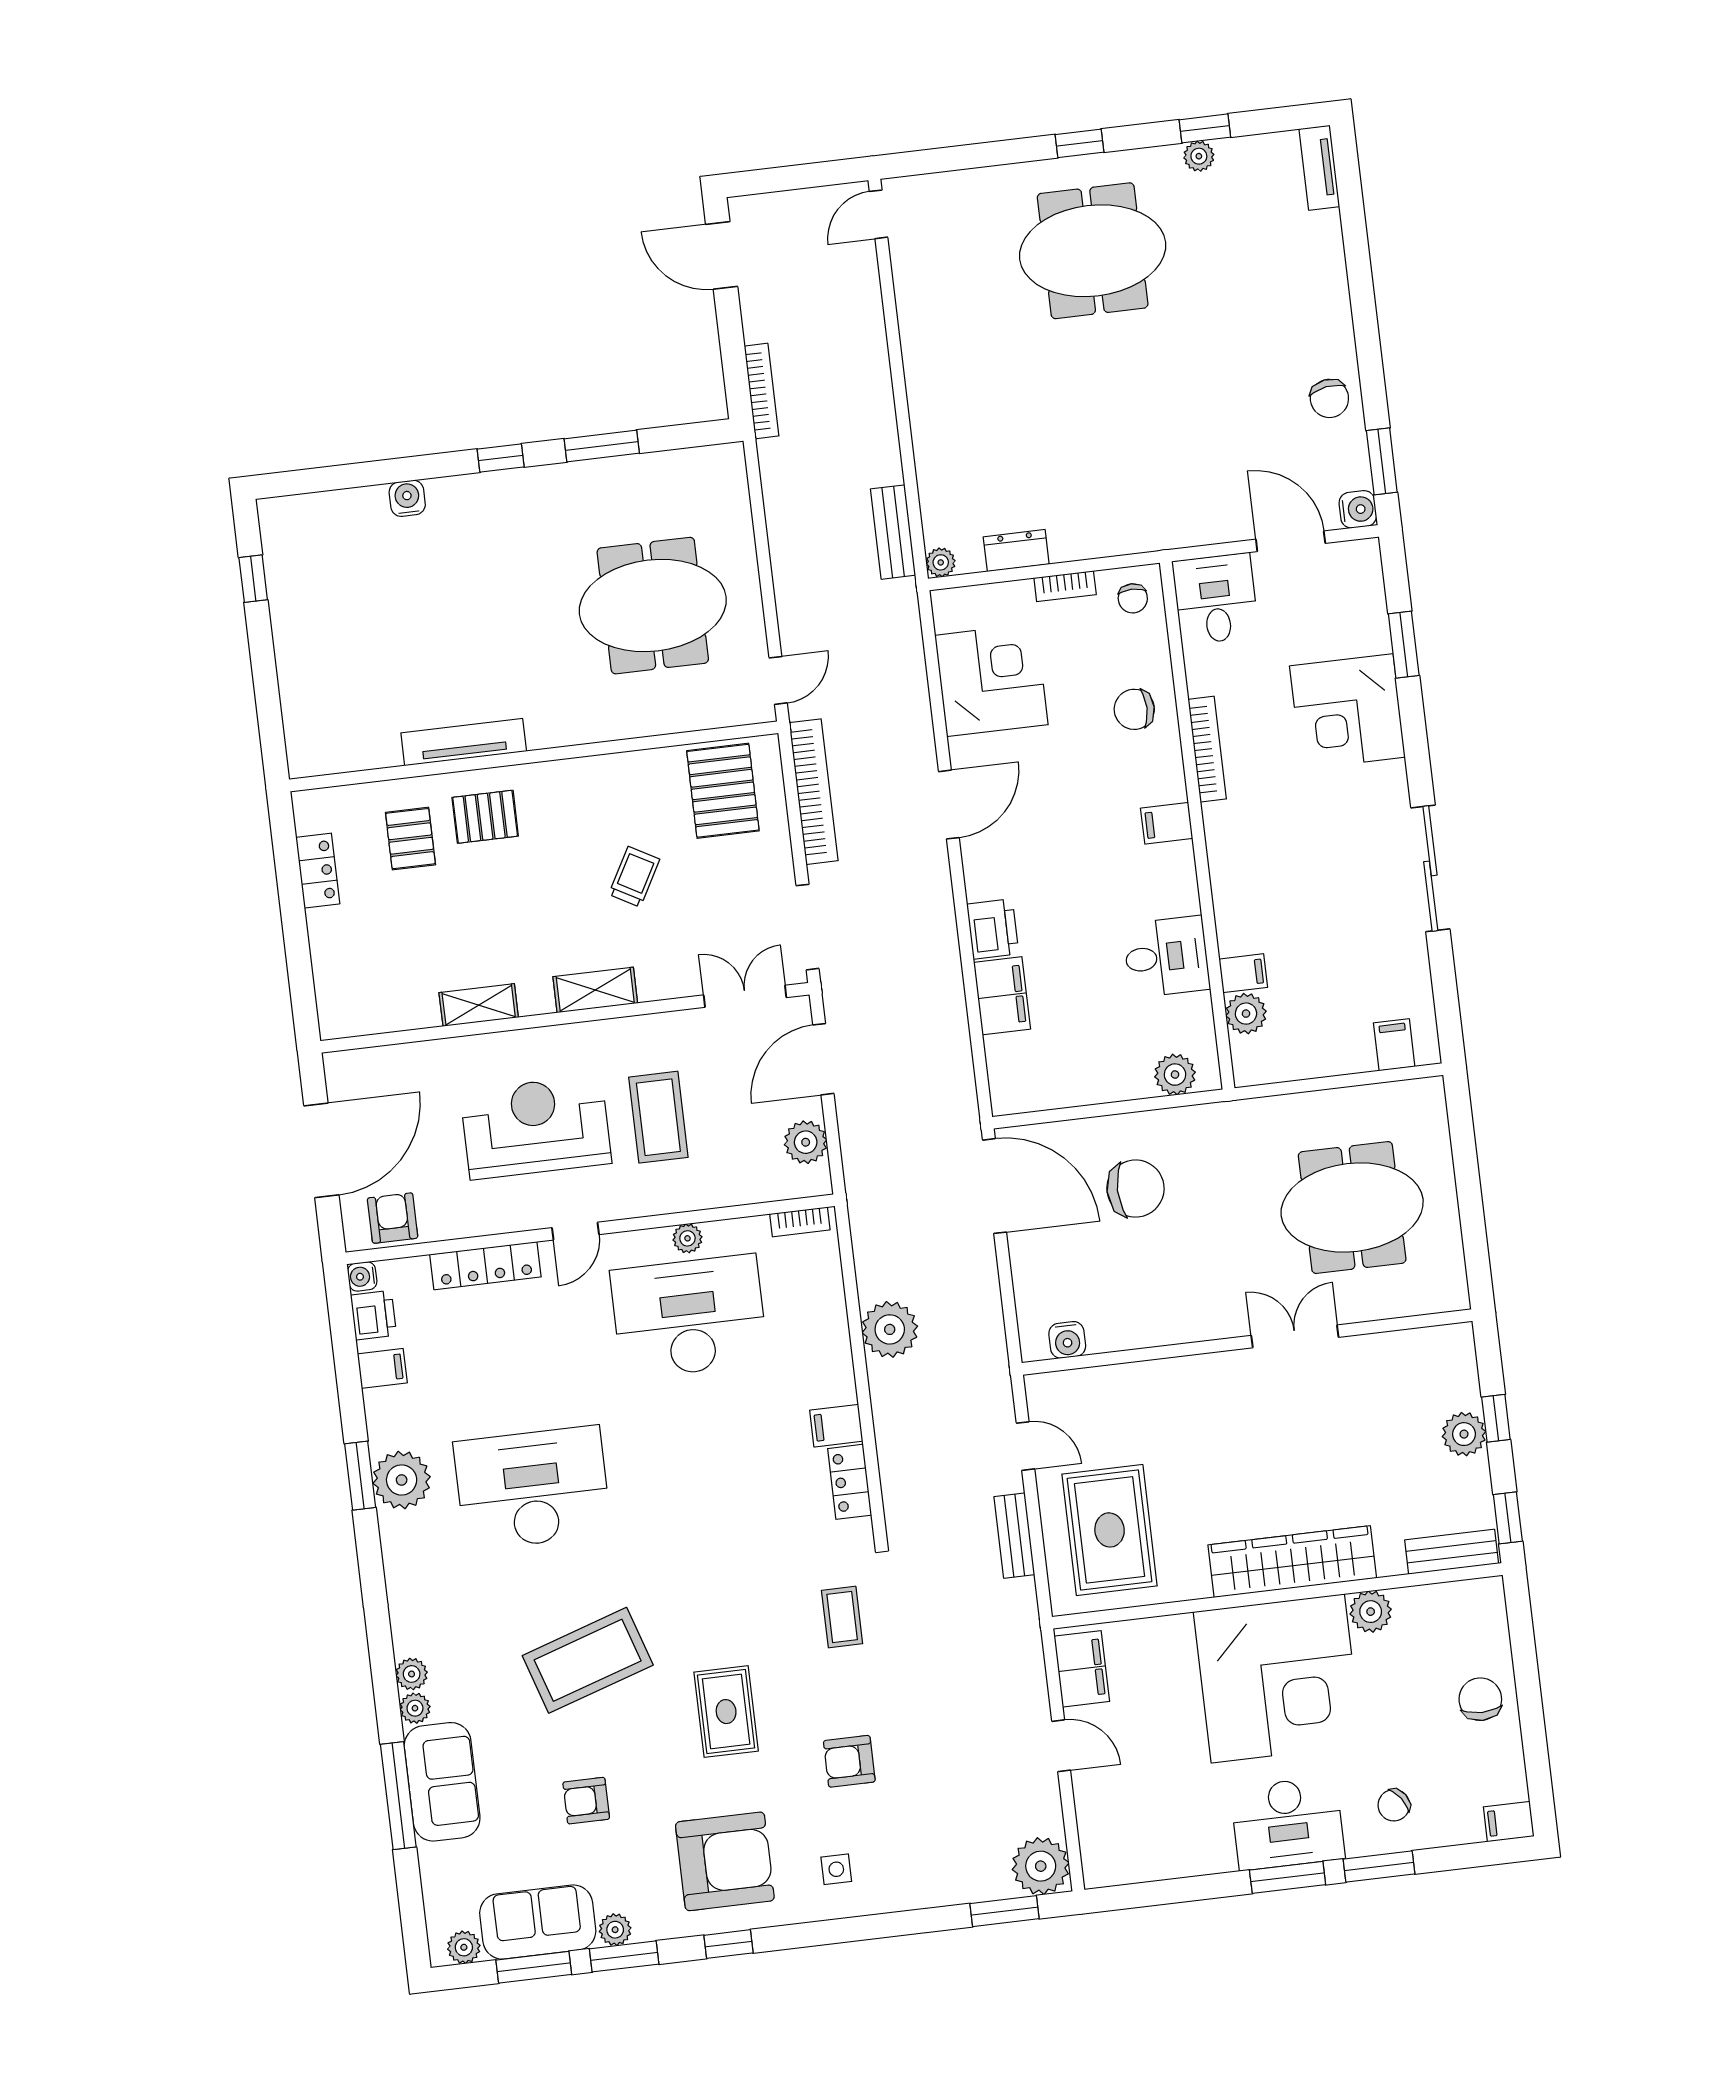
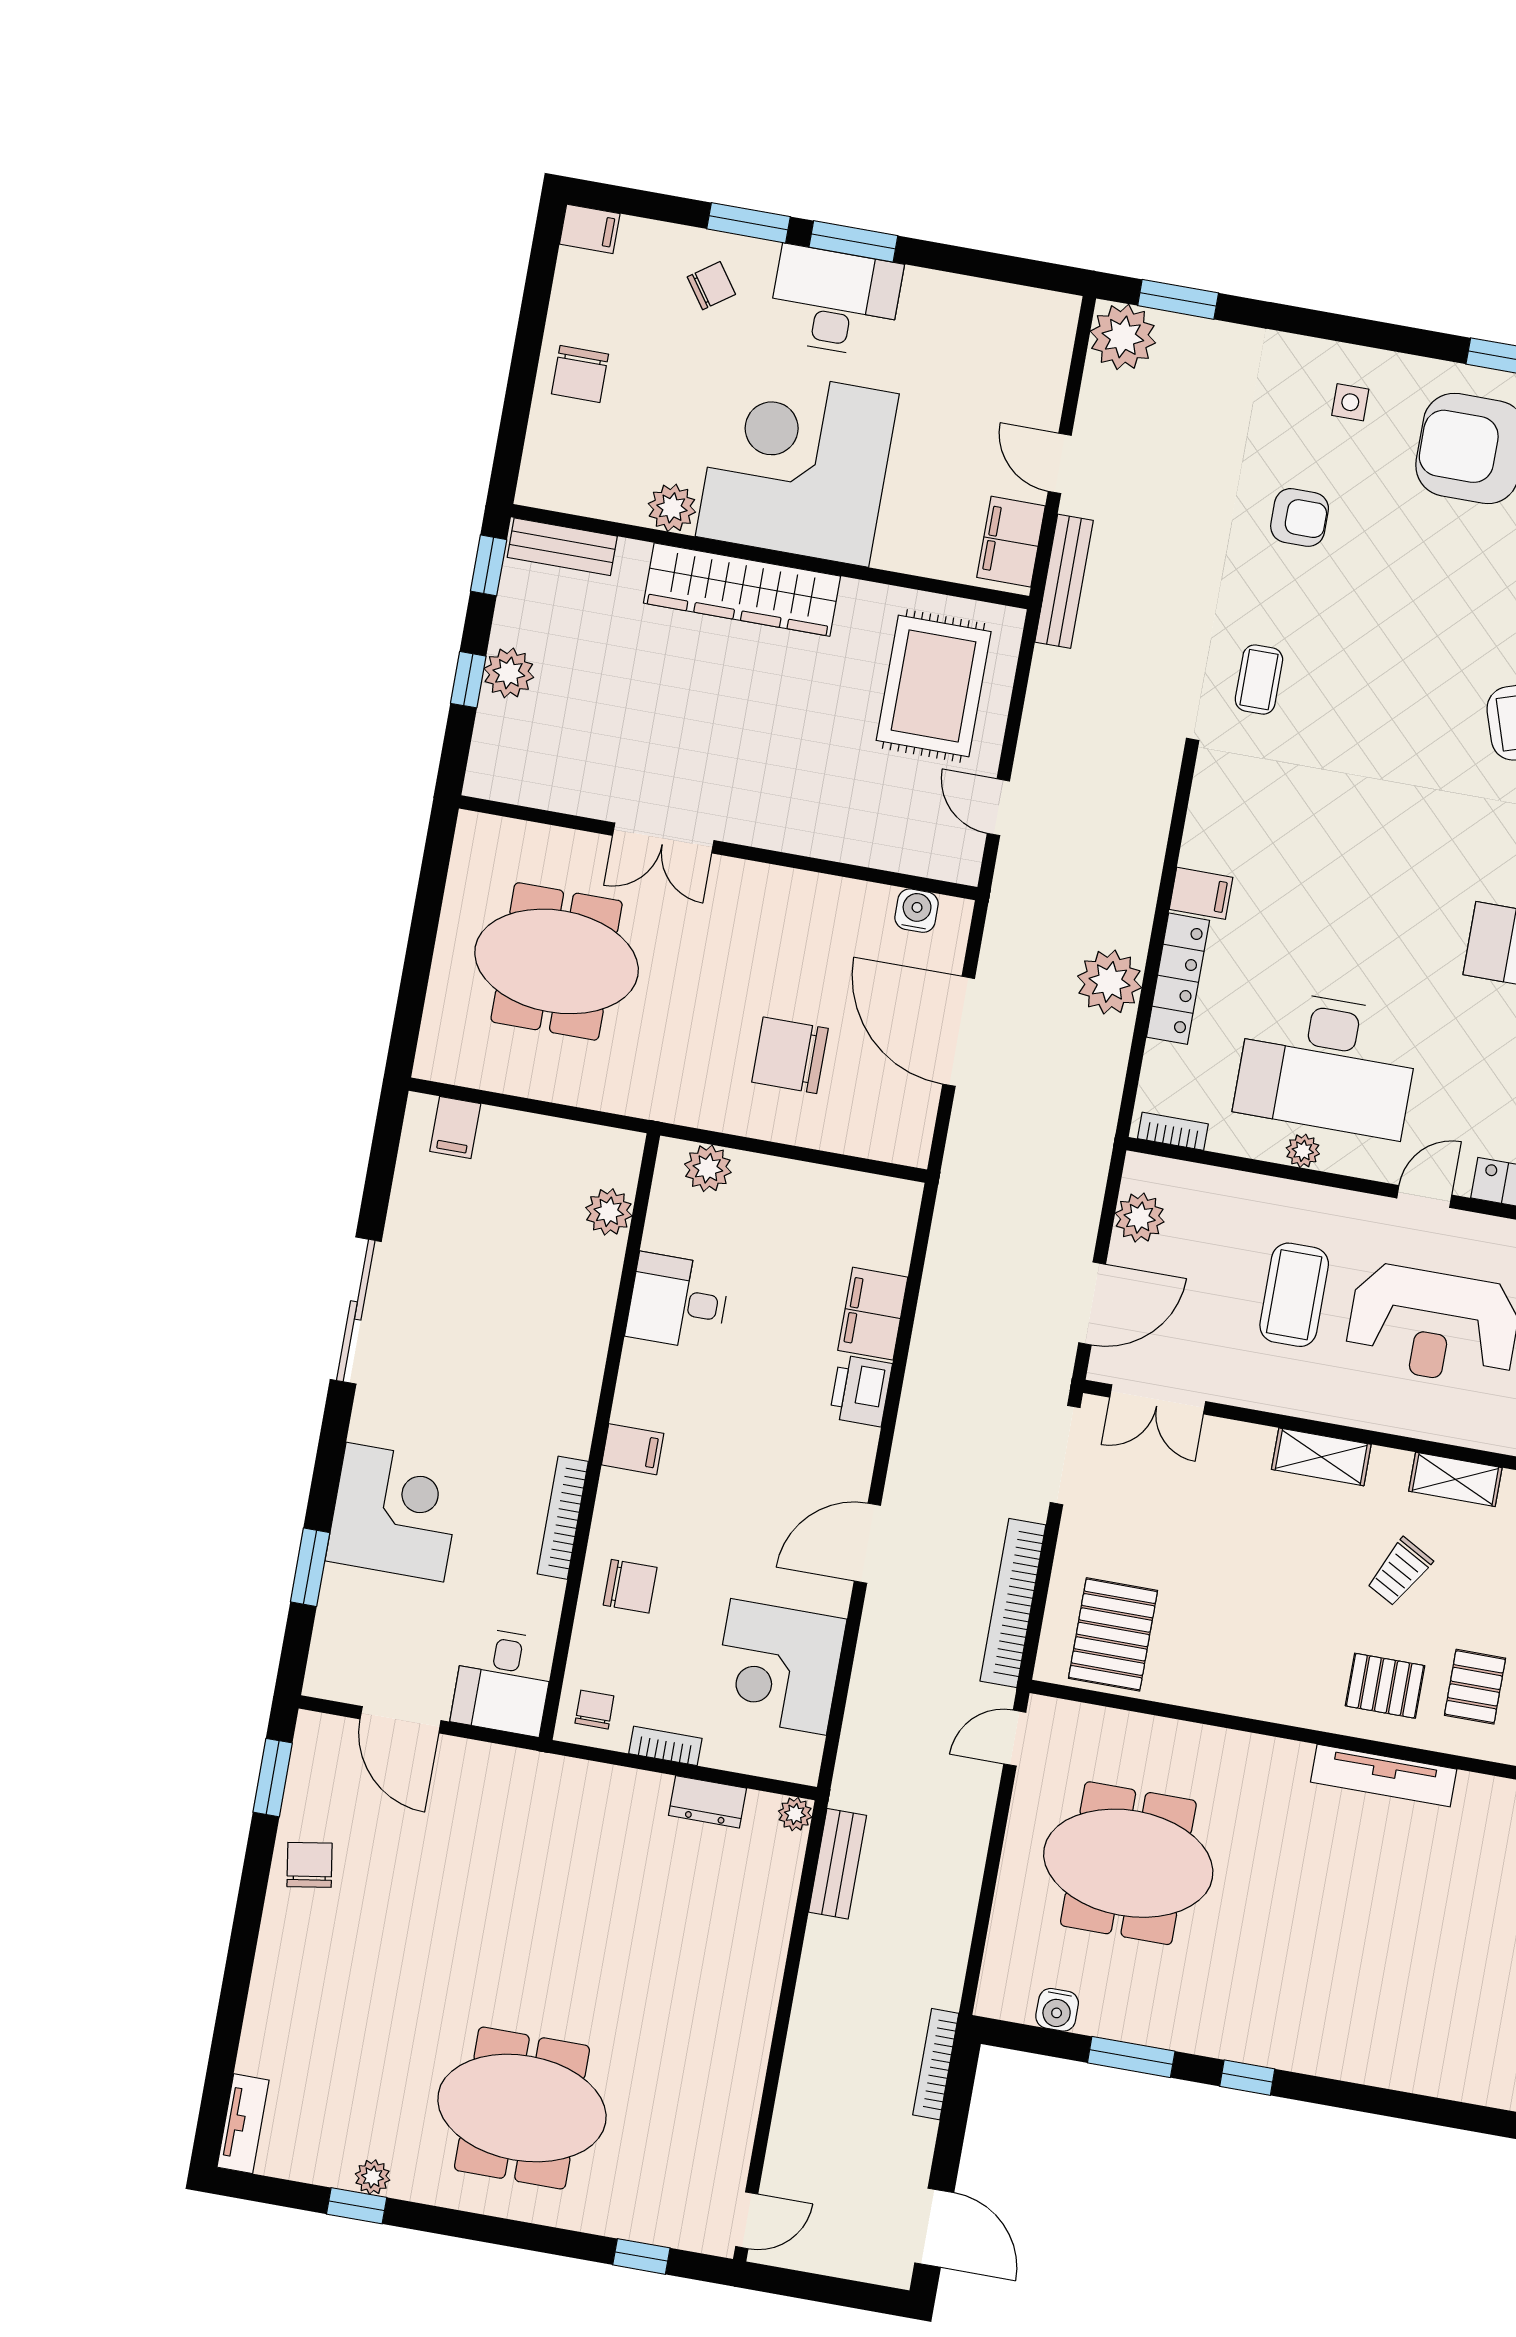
window: (1079, 143) -> (641, 2256), moved
water cooler: (407, 498) -> (1057, 2010), moved
water cooler: (1358, 509) -> (315, 1732), removed
trolley: (634, 877) -> (1400, 1572), moved
filing cabinet: (1243, 973) -> (598, 1257), removed
door: (994, 1186) -> (959, 1031), moved
locker: (850, 1482) -> (1178, 979), moved, width x1.53
bench: (1014, 1536) -> (1064, 581), moved, width x1.36
rug: (726, 1712) -> (1419, 614), removed

